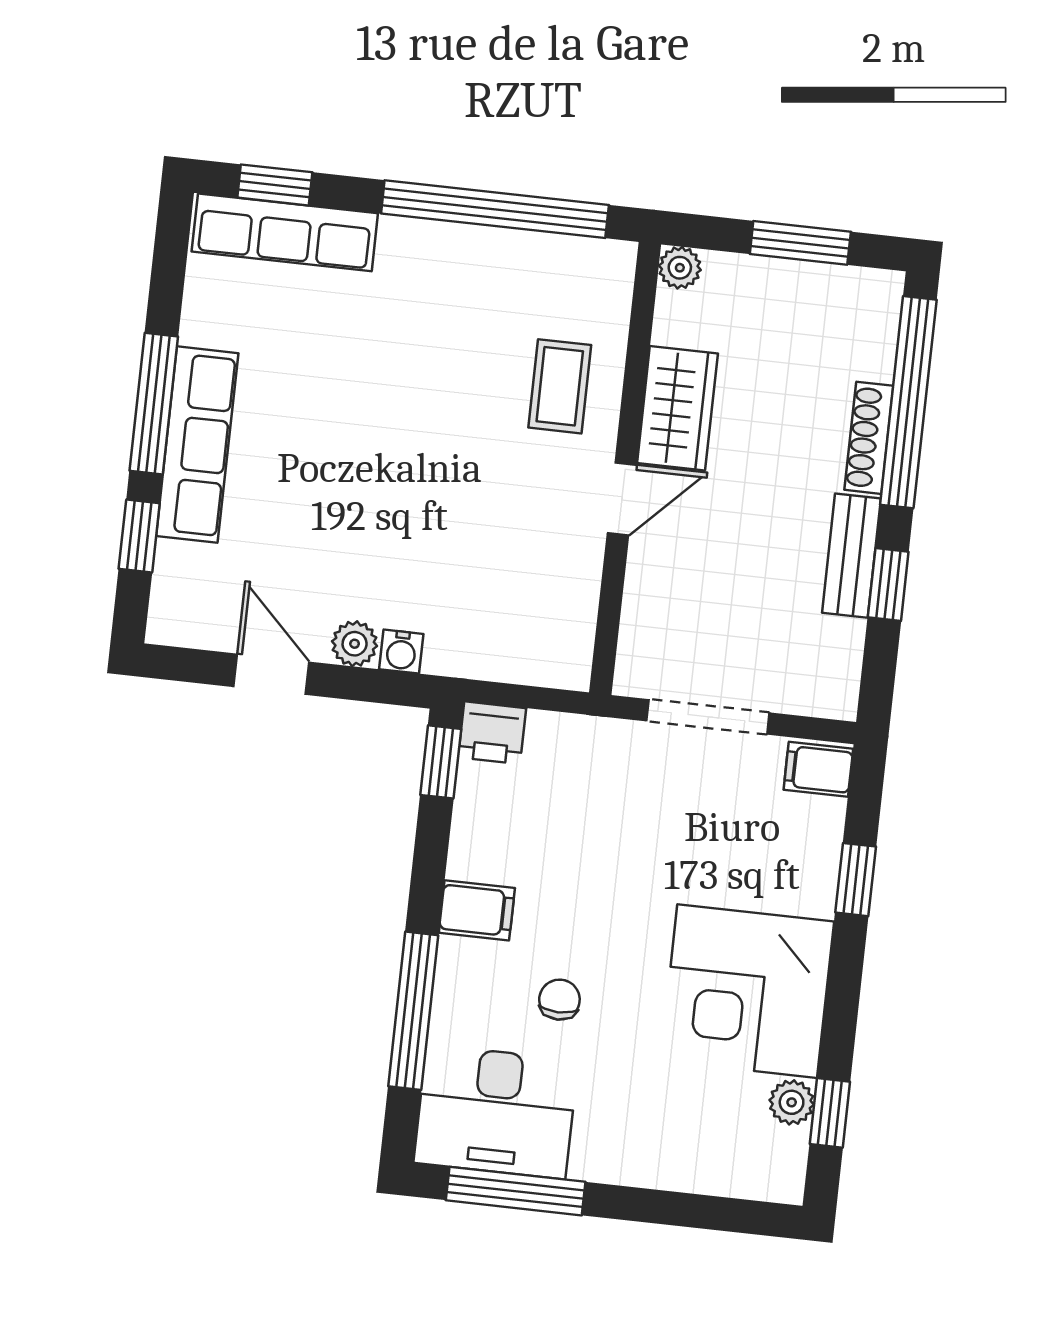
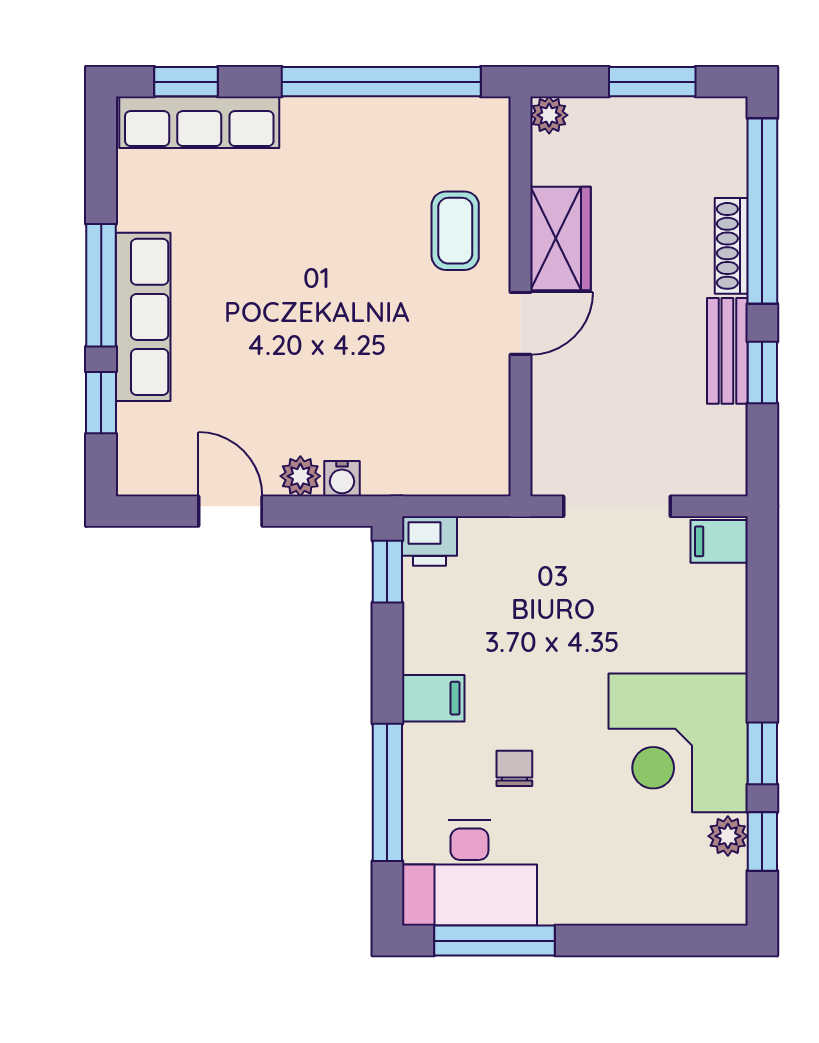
window: (856, 880) -> (762, 753), moved

